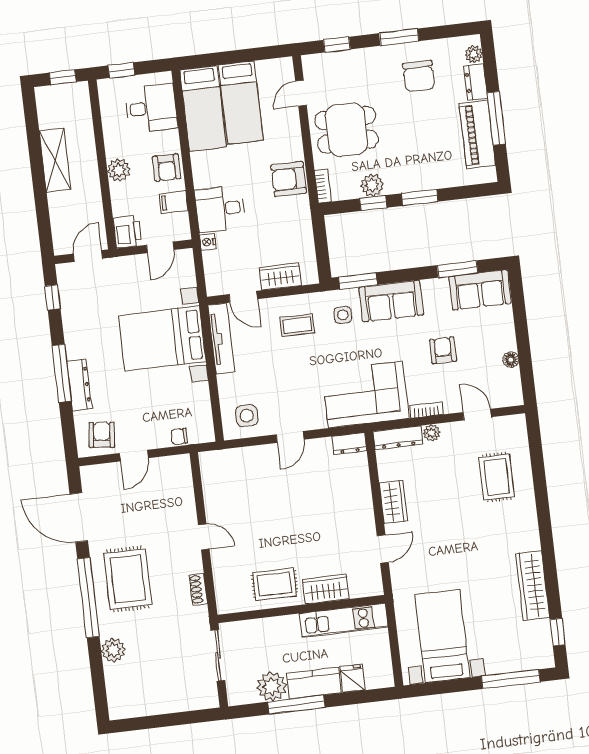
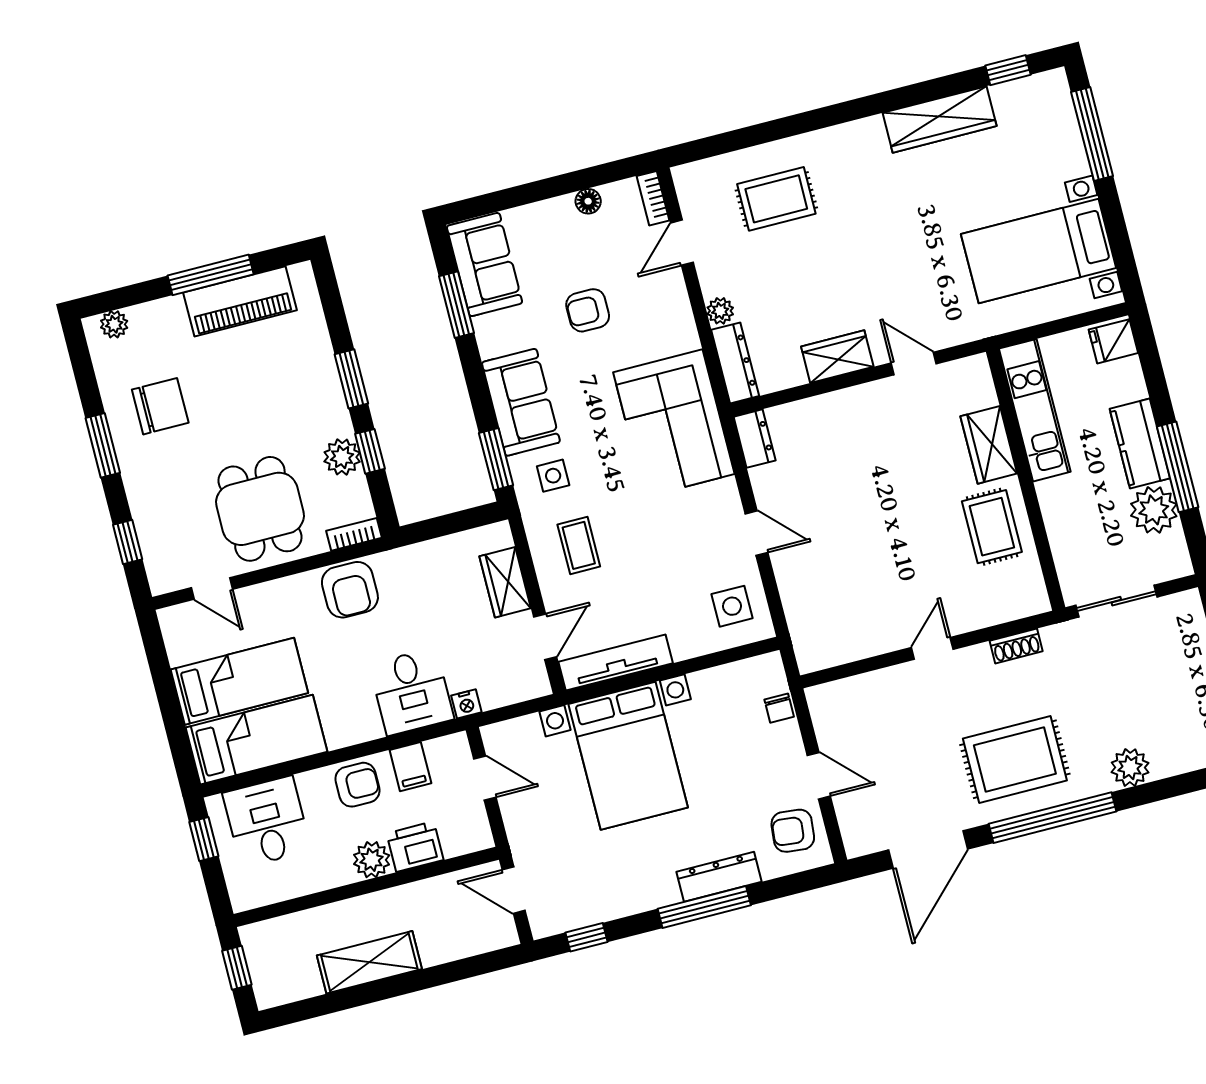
window: (121, 70) -> (204, 839), moved
dresser: (476, 82) -> (158, 315), removed
printer: (127, 232) -> (415, 847), moved
bookcase: (426, 410) -> (653, 198), moved
fridge: (352, 678) -> (1113, 341), moved

